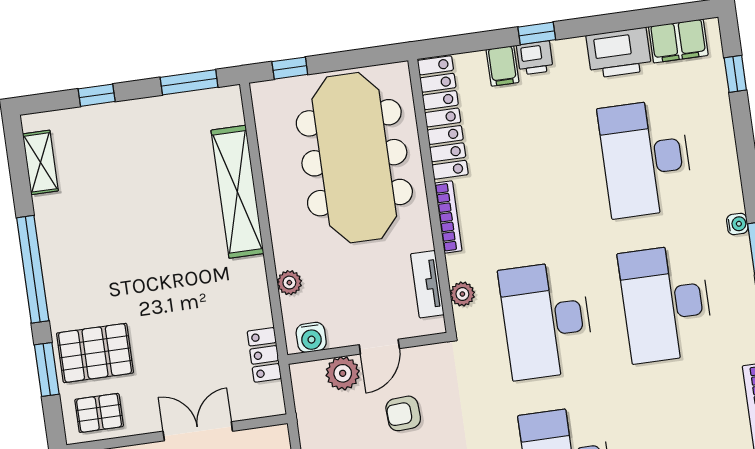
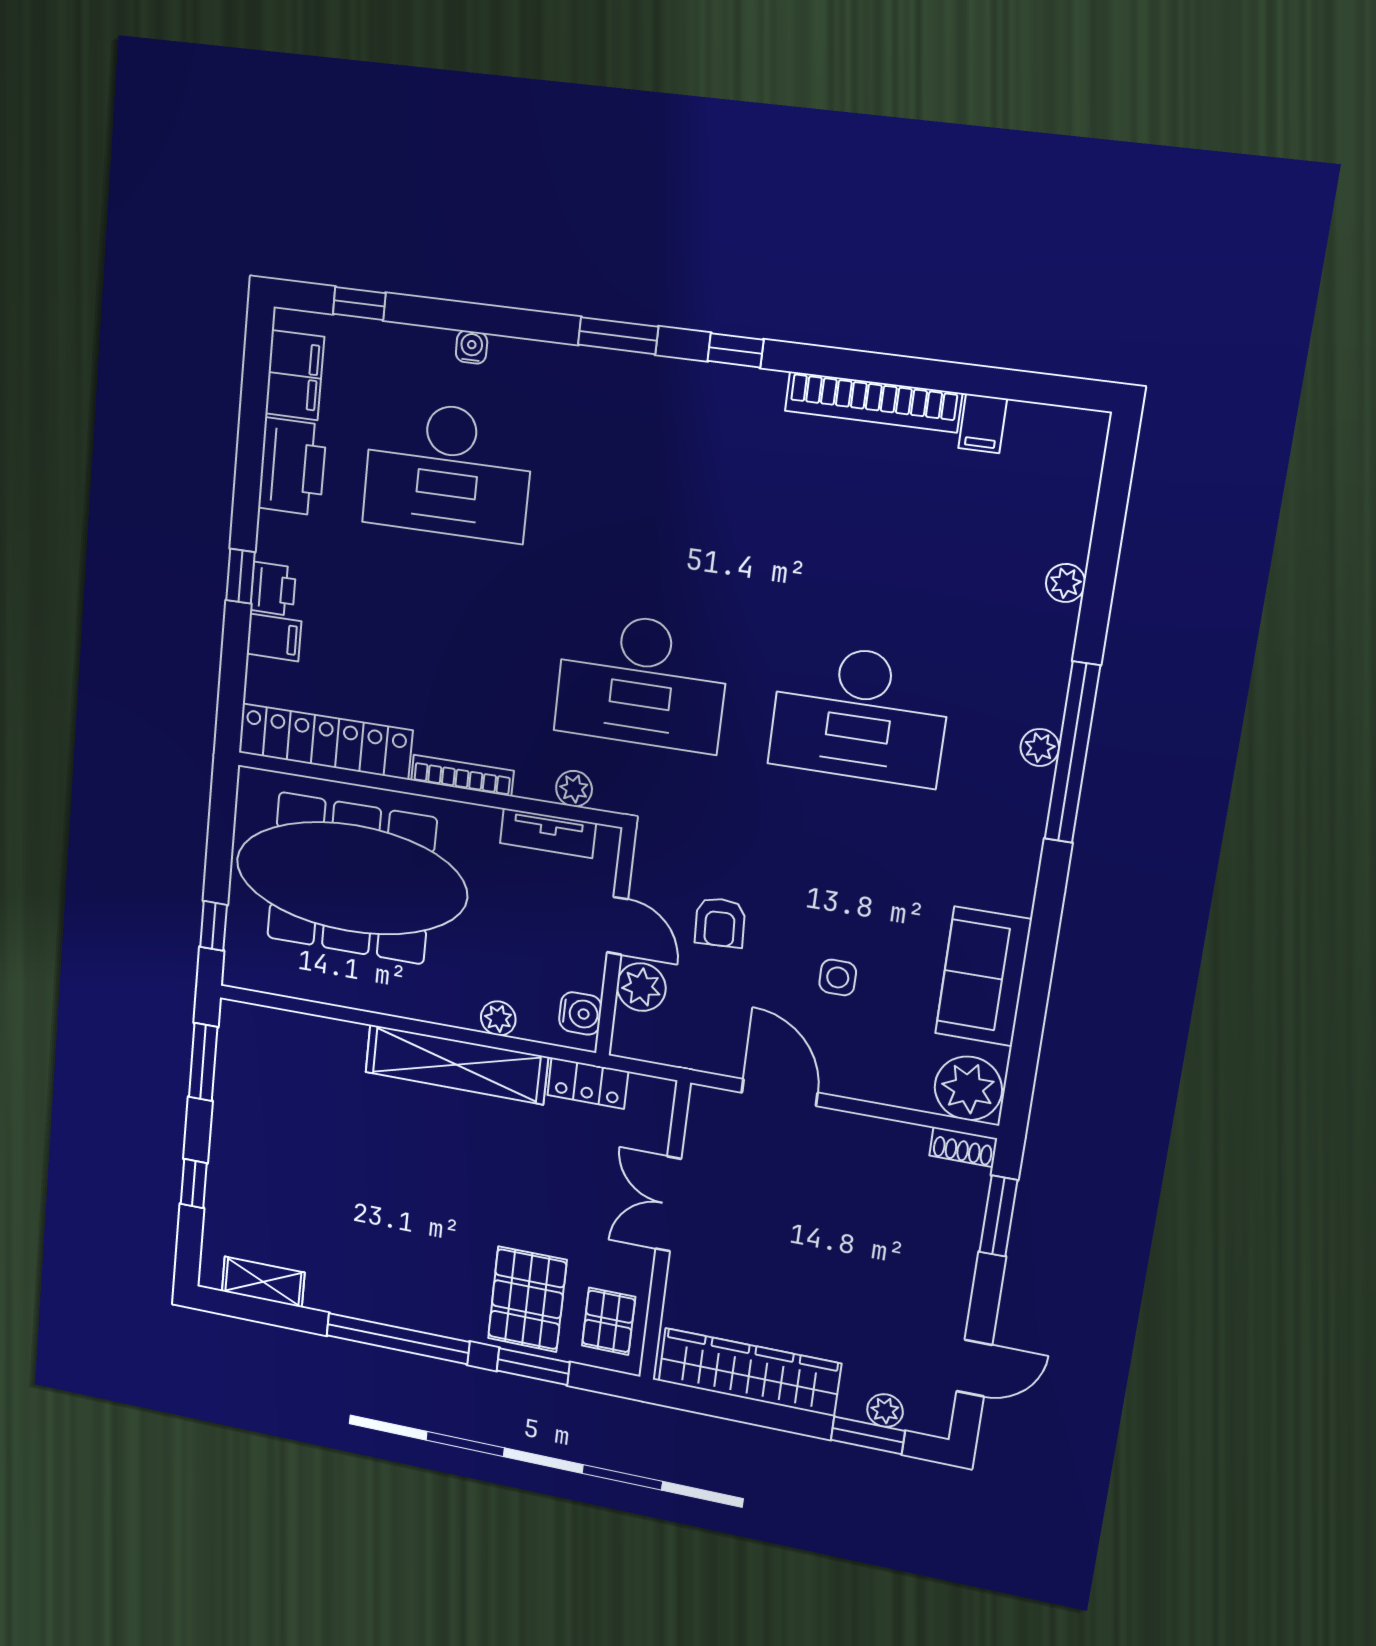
shelving: (237, 192) -> (456, 1064), moved
water cooler: (737, 224) -> (472, 347), moved
desk: (666, 303) -> (663, 500), removed

